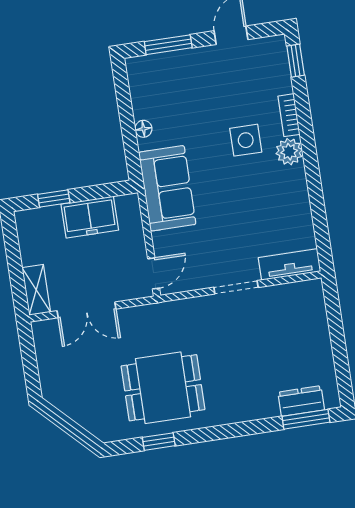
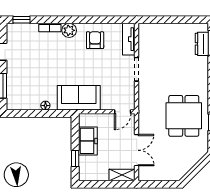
side table: (246, 140) -> (60, 52), removed
armchair: (278, 202) -> (95, 40), added
door: (154, 273) -> (123, 112), swing flipped

